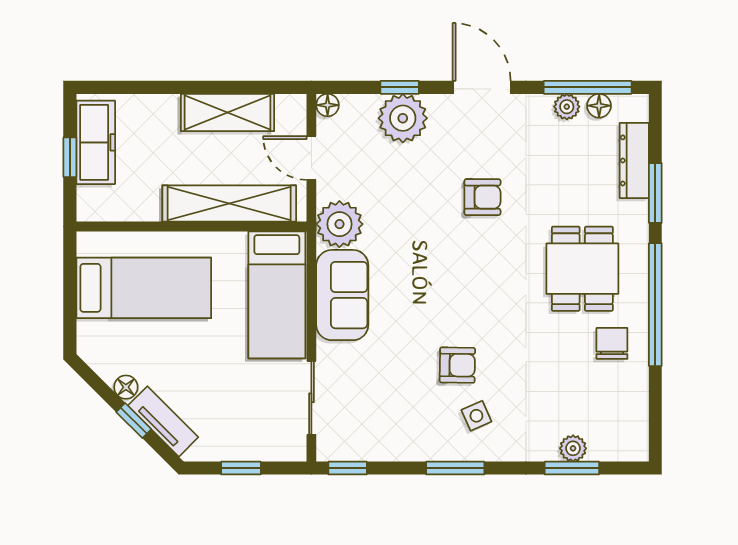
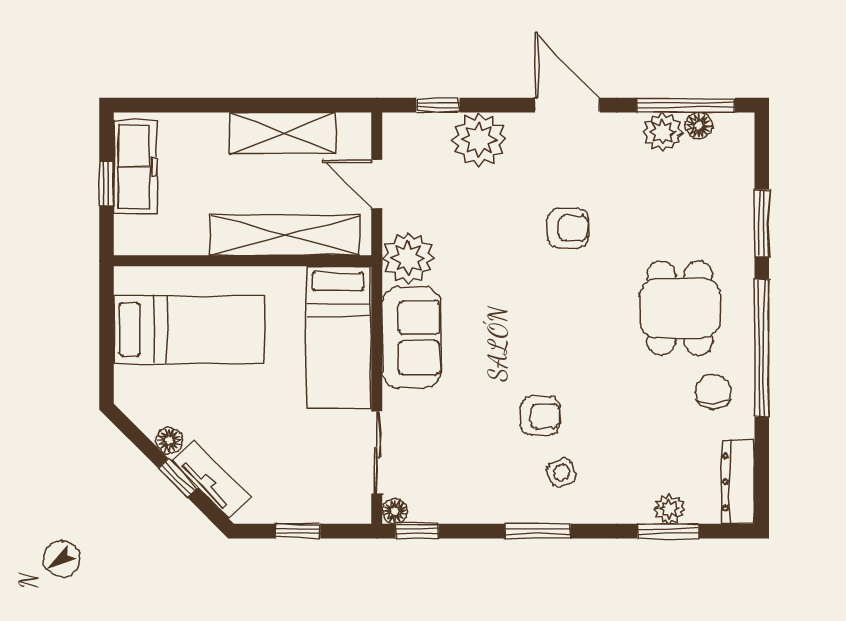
window: (400, 87) -> (438, 105), moved
floor lamp: (328, 105) -> (395, 511), moved
plant: (567, 107) -> (663, 132), width x1.38, depth x1.38
dresser: (634, 160) -> (738, 482), moved

